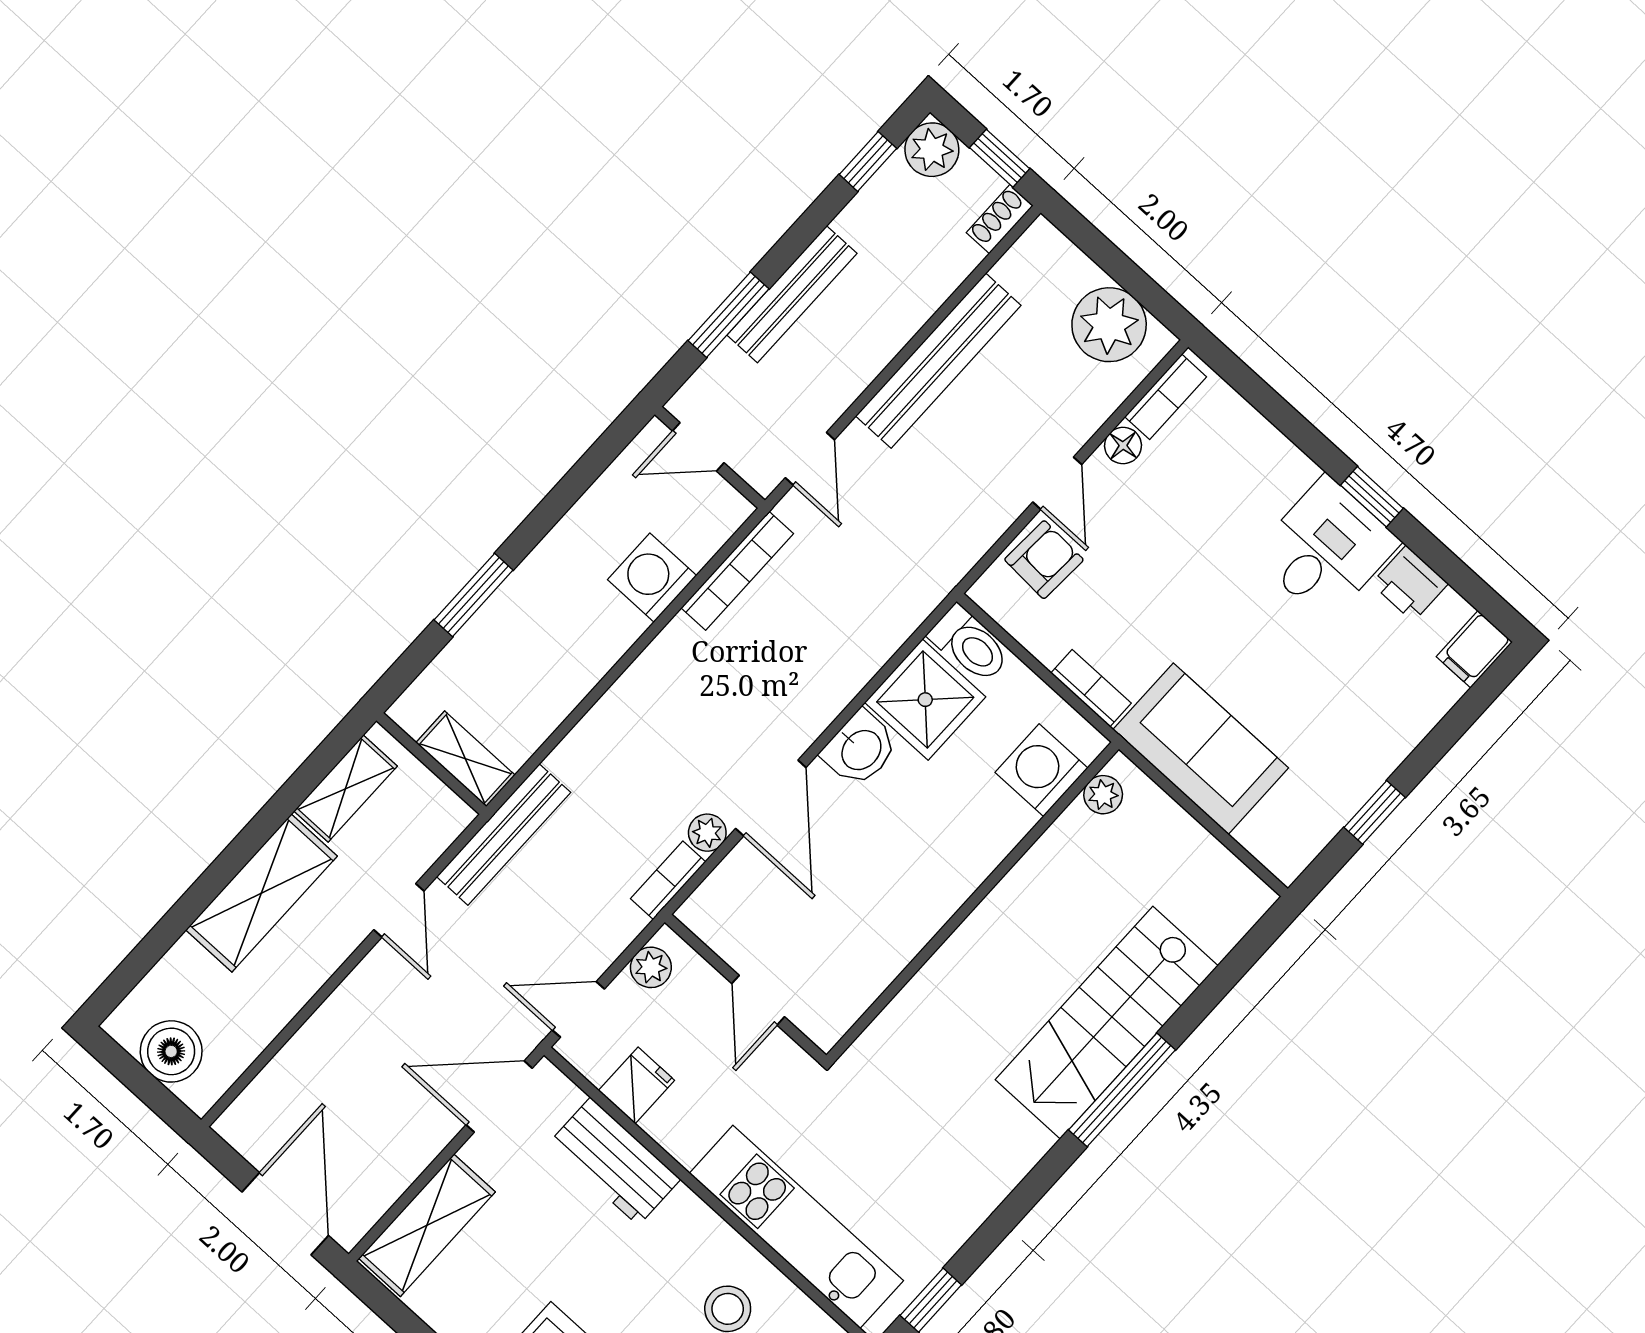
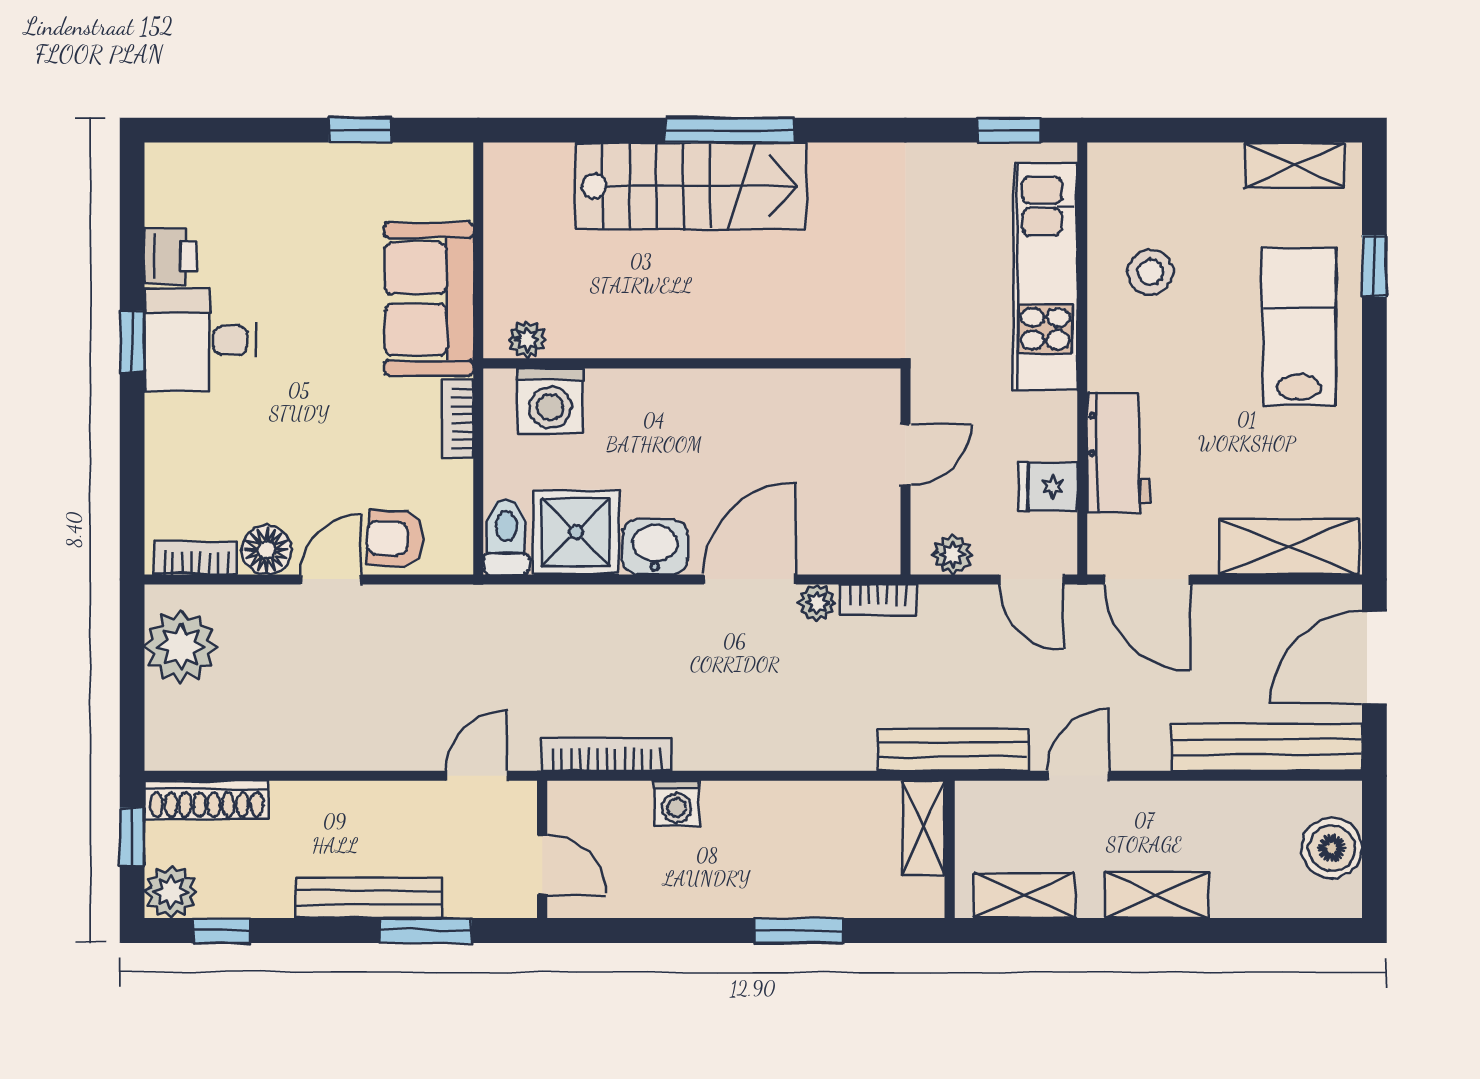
shoe rack: (1000, 219) -> (207, 800), width x1.94, depth x1.24
bench: (938, 361) -> (1267, 747), moved
floor lamp: (1123, 446) -> (266, 550), width x1.37, depth x1.37
washing machine: (652, 578) -> (677, 803), width x0.73, depth x0.73
filing cabinet: (1474, 649) -> (175, 165), removed
shelving: (262, 893) -> (1157, 895), width x0.67, depth x0.75

